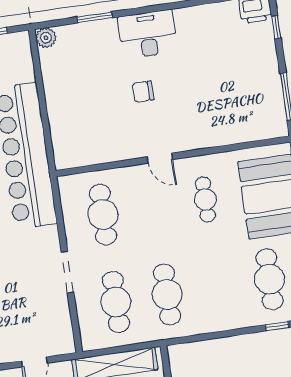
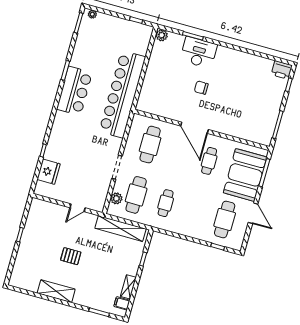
desk: (148, 34) -> (199, 52), moved
door: (160, 158) -> (194, 128), width x1.88
cafe table: (167, 294) -> (166, 203), width x0.73, depth x0.74
plant: (88, 321) -> (116, 198), added

